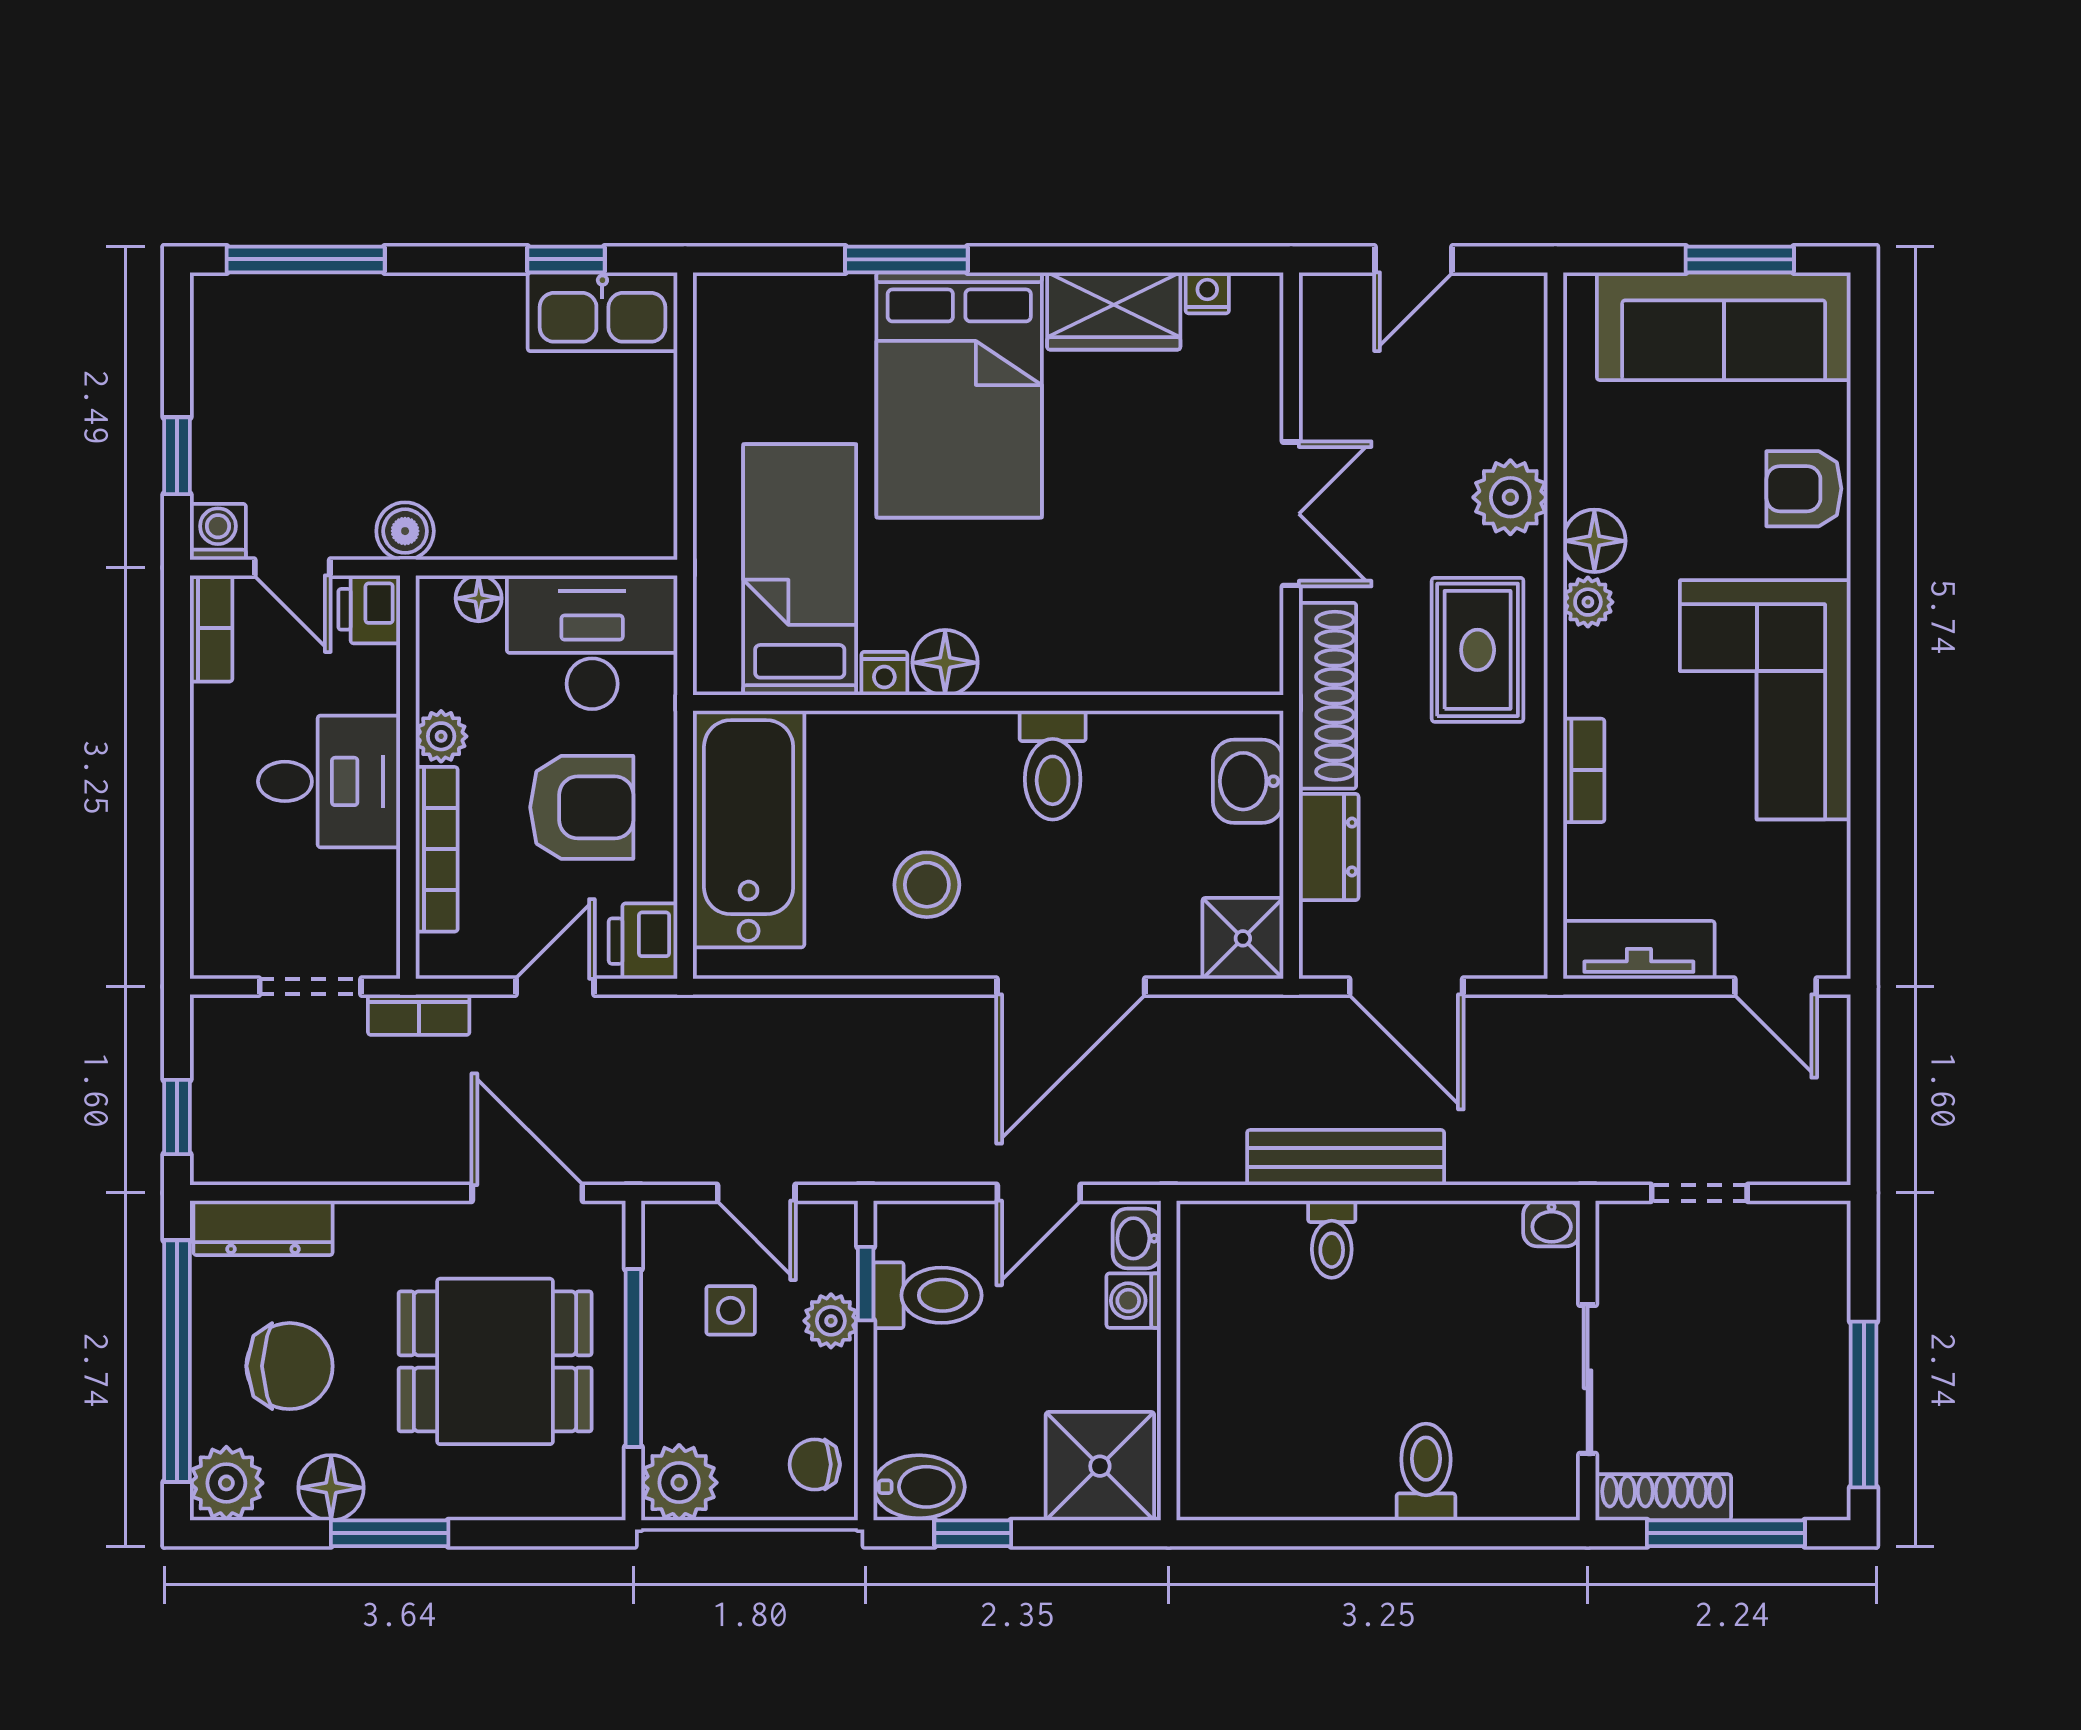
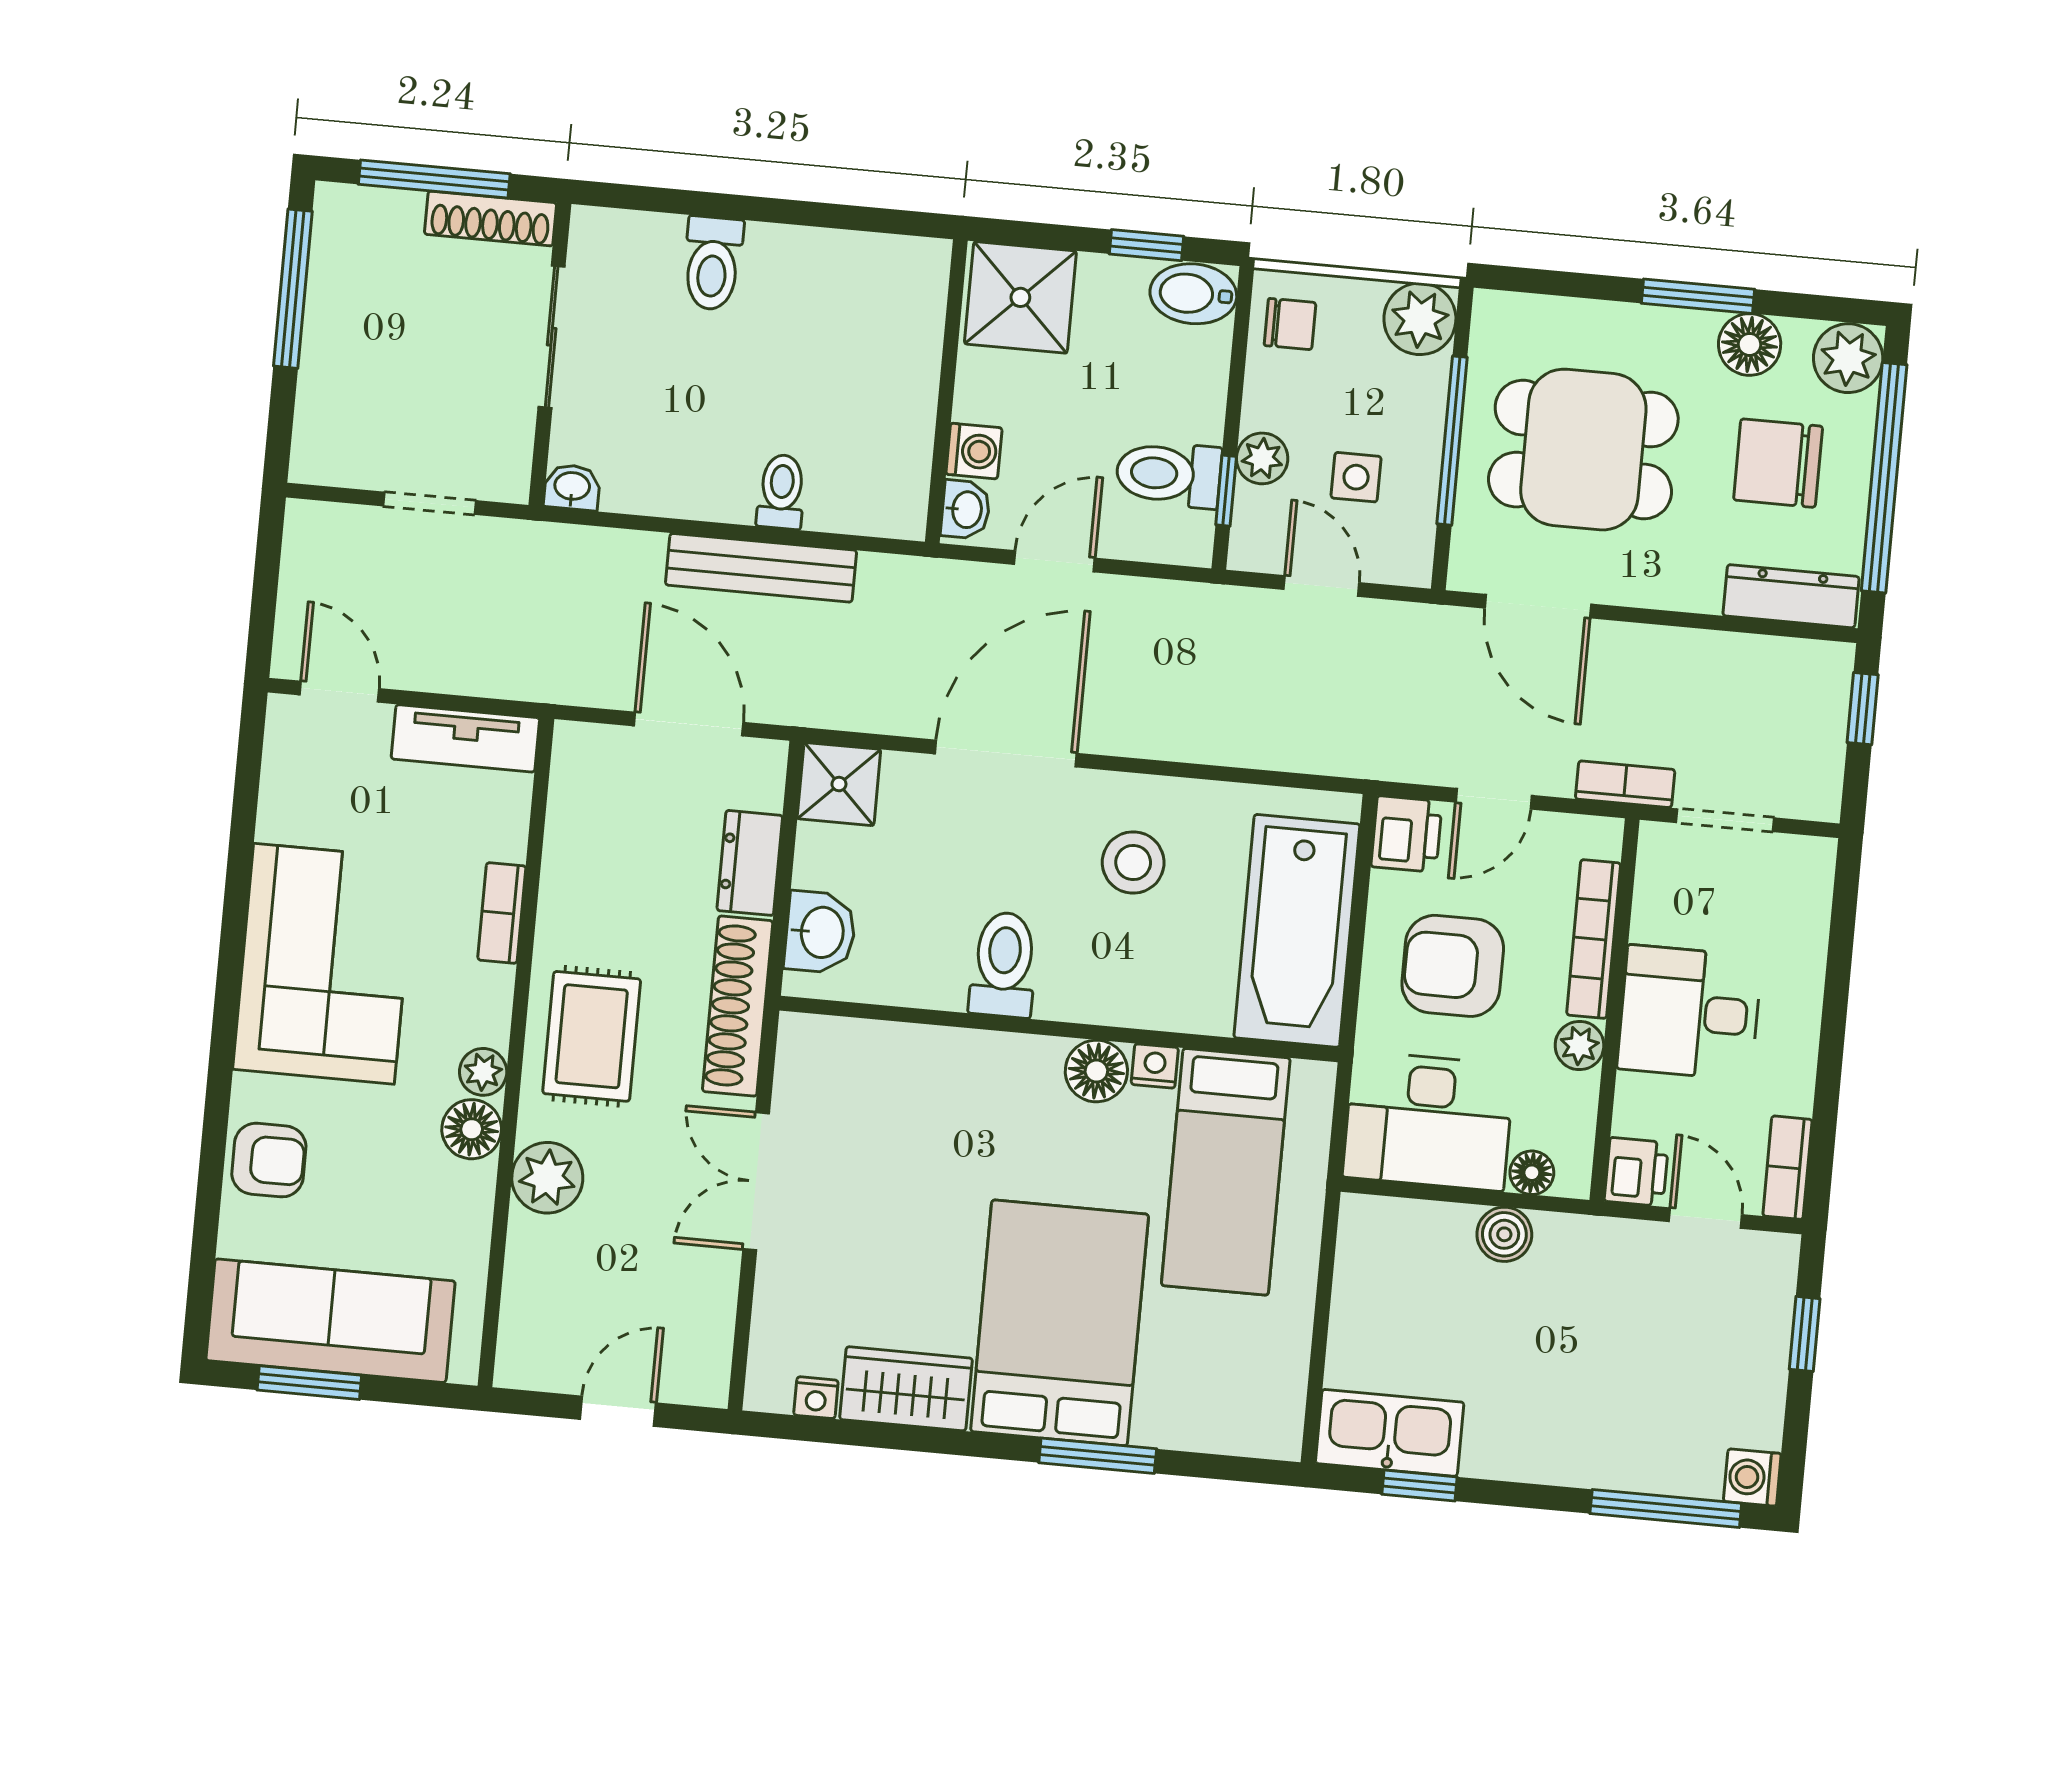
boiler: (405, 531) -> (1504, 1234), moved
washing machine: (218, 532) -> (1752, 1477), moved, turned 90

